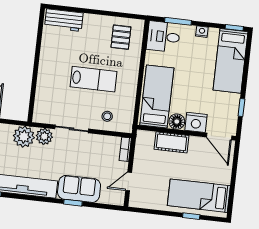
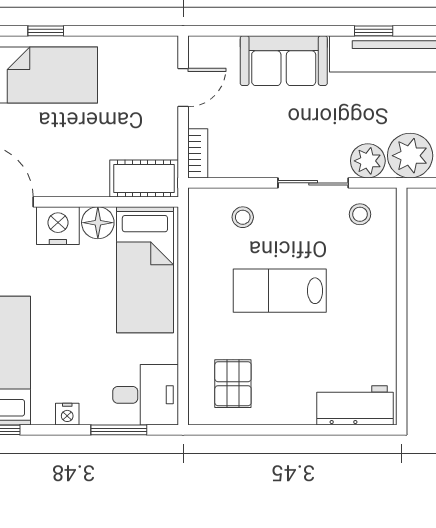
stool: (51, 111) -> (360, 214), added
cot: (172, 142) -> (144, 178), moved
window: (73, 203) -> (374, 31), moved

